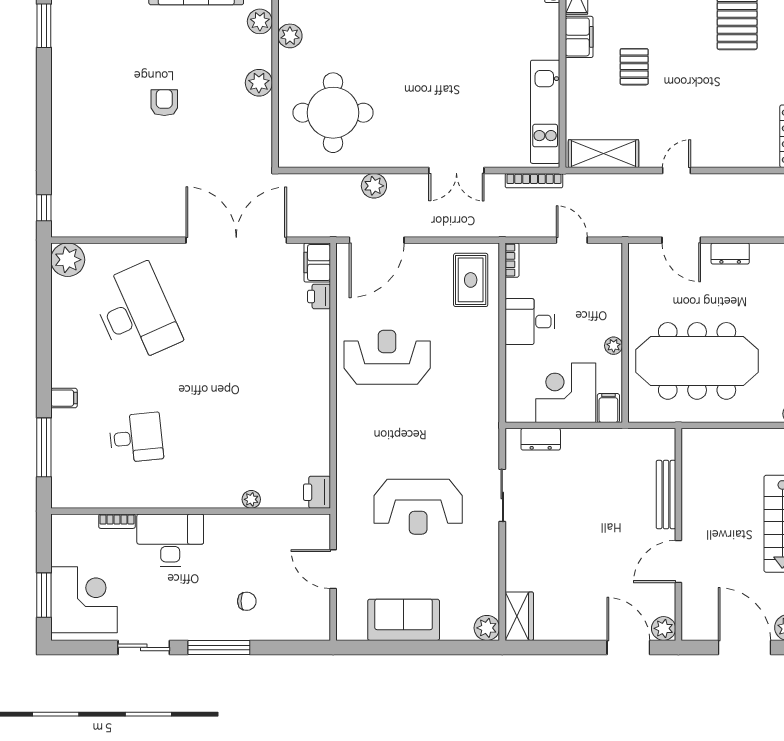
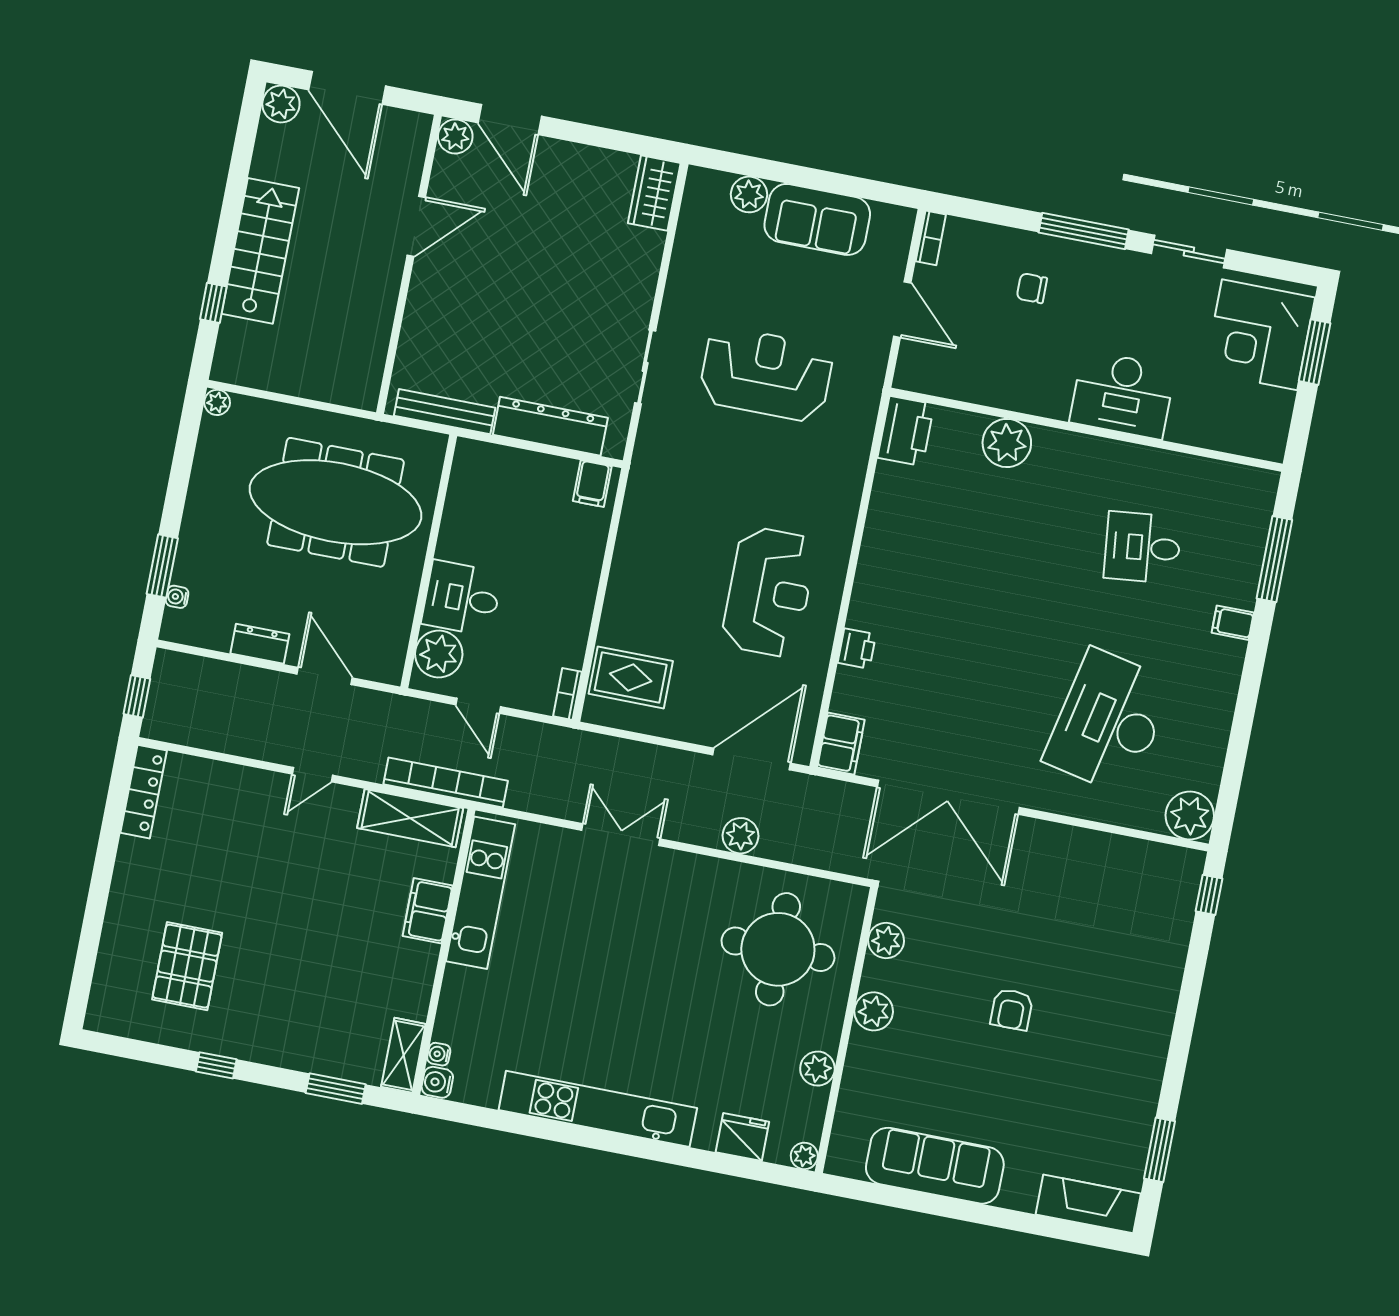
plant: (260, 21) -> (886, 940), moved
filing cabinet: (579, 37) -> (428, 911), moved
pallet: (634, 67) -> (344, 932), removed
bookcase: (534, 181) -> (446, 782), moved, width x1.48, depth x1.31
rug: (471, 280) -> (631, 677), turned 90
printer: (319, 296) -> (857, 649), moved
desk: (136, 313) -> (1109, 722), turned 36
desk: (530, 322) -> (462, 598), moved, turned 180
plant: (614, 346) -> (439, 654), moved, width x1.87, depth x1.87
reception desk: (387, 357) -> (769, 592), turned -90
corner desk: (566, 393) -> (528, 493), removed
filing cabinet: (608, 408) -> (592, 484), moved
dresser: (541, 439) -> (550, 426), width x1.96, depth x1.24
printer: (317, 492) -> (906, 431), width x1.37, depth x1.19
bench: (666, 495) -> (445, 412), moved, turned 90
plant: (251, 499) -> (1007, 443), width x1.88, depth x1.88
bookcase: (117, 521) -> (931, 238), moved, turned 90
plant: (487, 628) -> (749, 194), moved

